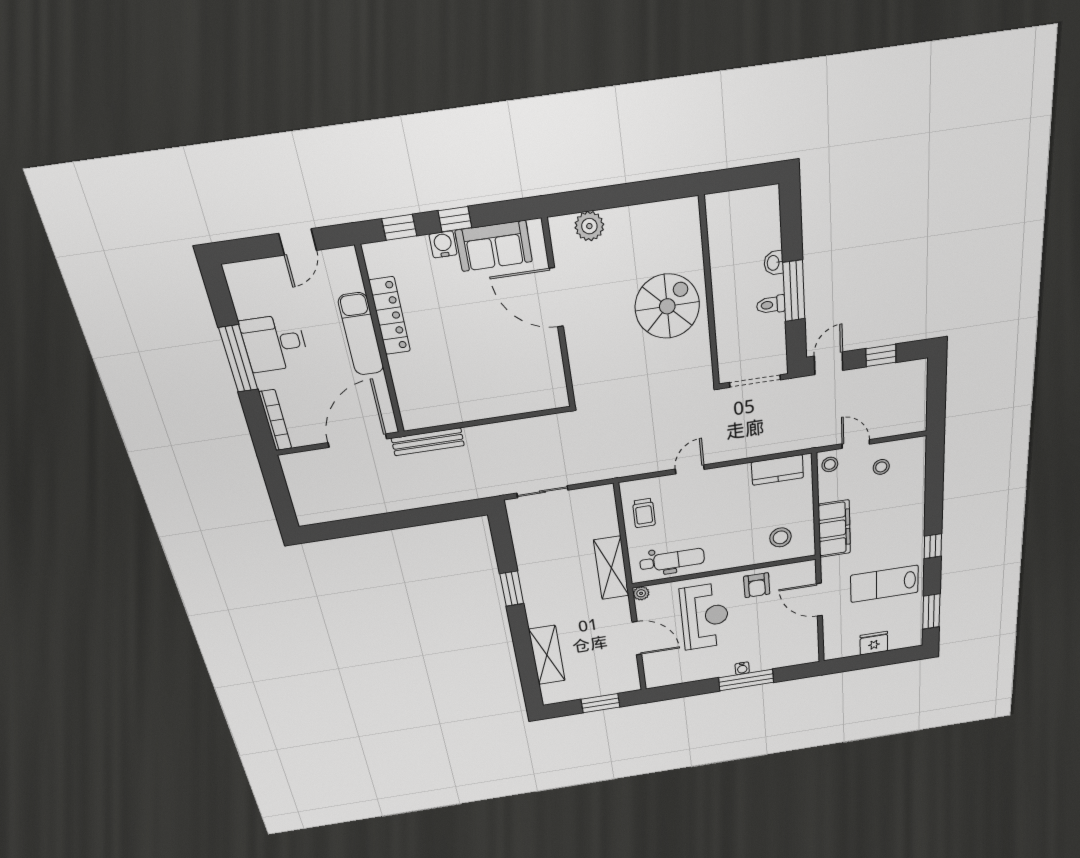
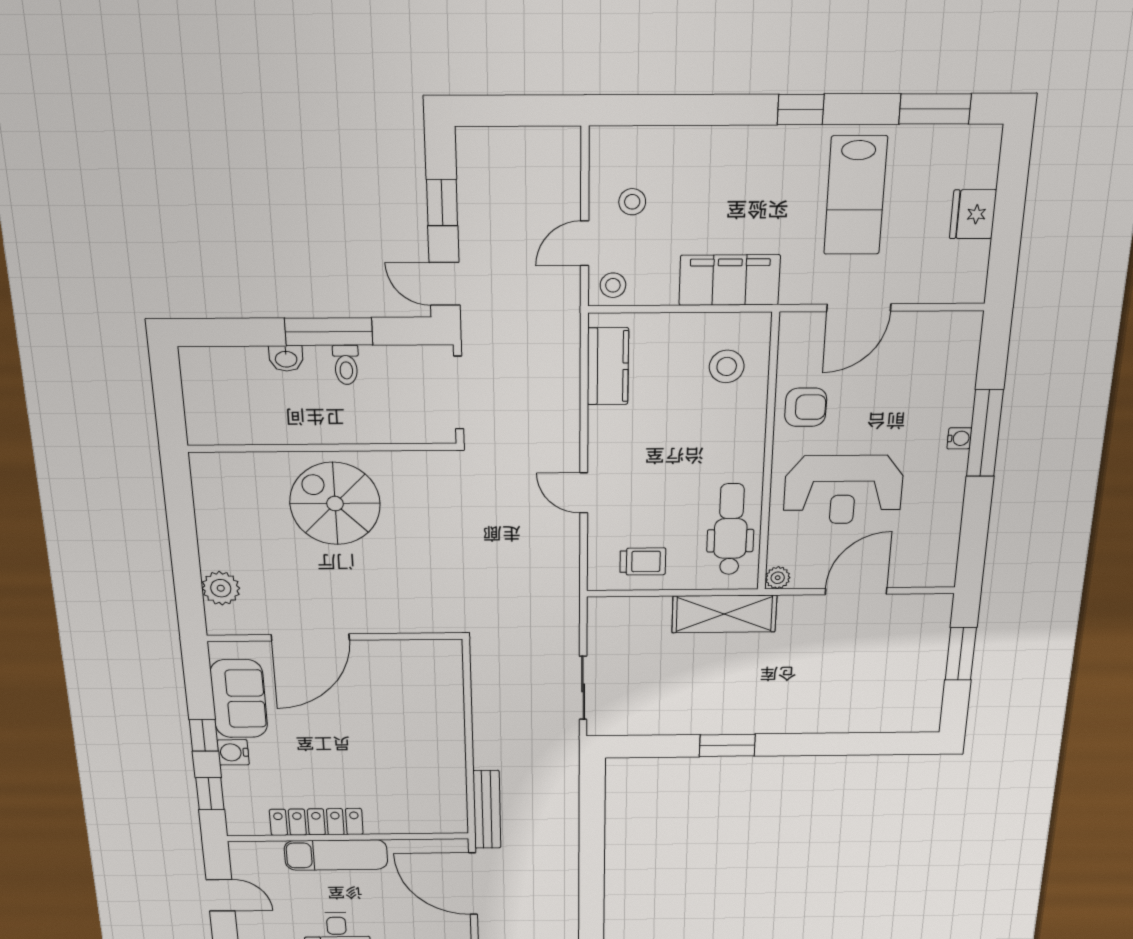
reception desk: (705, 616) -> (843, 490), turned 180
shelving: (547, 655) -> (851, 716), removed

